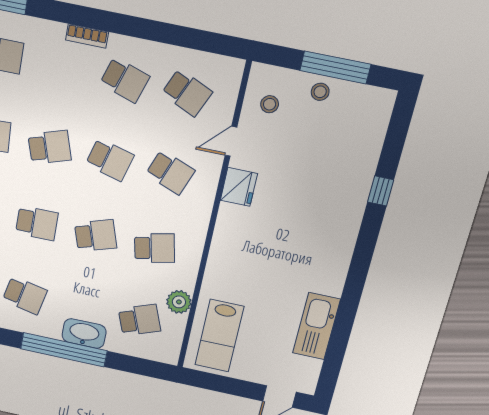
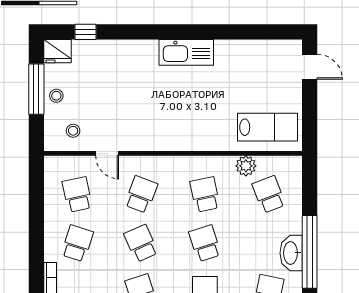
school desk: (187, 93) -> (77, 194), turned -36
school desk: (110, 160) -> (141, 243), turned -39
fridge: (239, 187) -> (58, 51), moved, turned 180
window: (381, 191) -> (86, 32), moved
kitchen sink: (316, 326) -> (186, 52), moved
washbasin: (84, 334) -> (291, 253), moved

